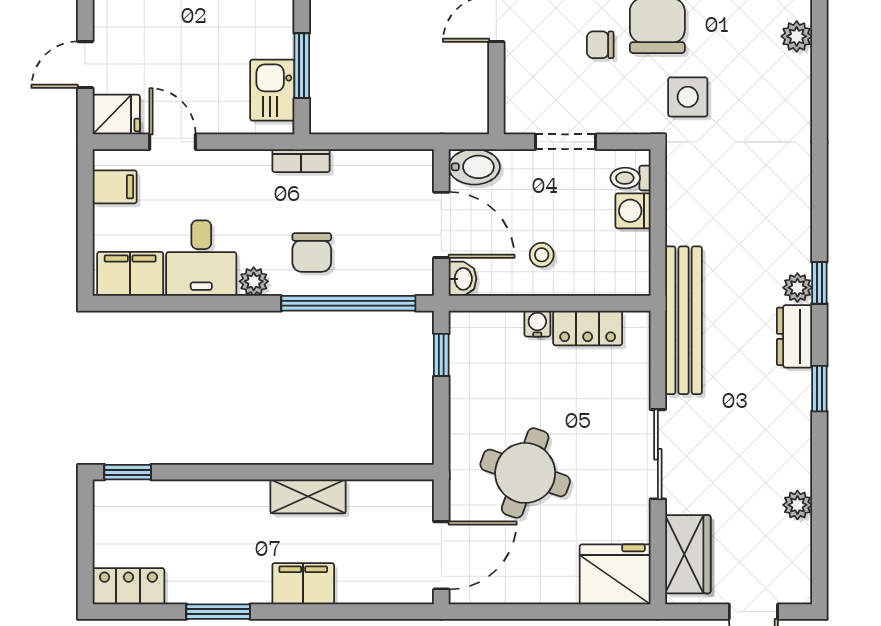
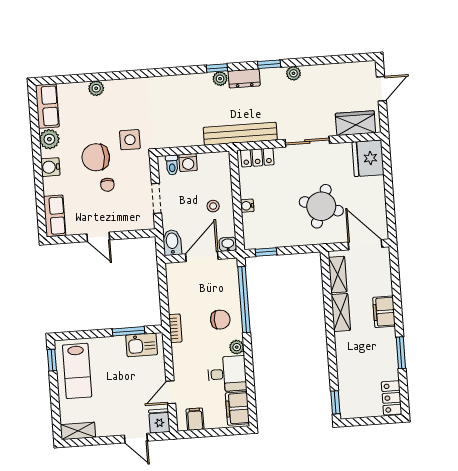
locker: (588, 328) -> (257, 157), moved, turned 90
shelving: (385, 496) -> (338, 275), added
plant: (797, 505) -> (293, 73), moved

